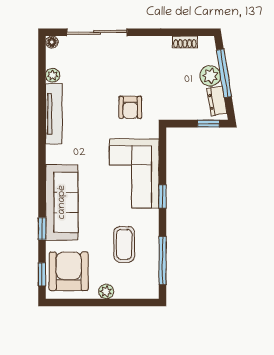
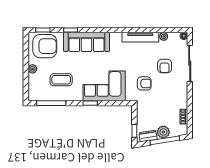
armchair: (102, 74) -> (165, 66), added
armchair: (130, 107) -> (144, 83), turned 180

